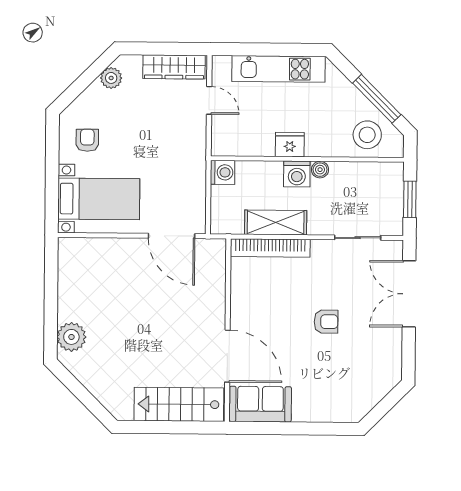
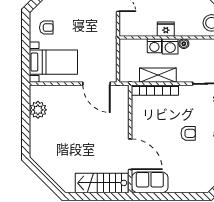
armchair: (87, 140) -> (46, 28), turned 90
washing machine: (223, 172) -> (154, 46), moved, turned 90
plant: (71, 337) -> (38, 110), moved

